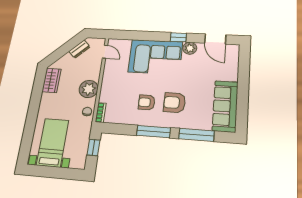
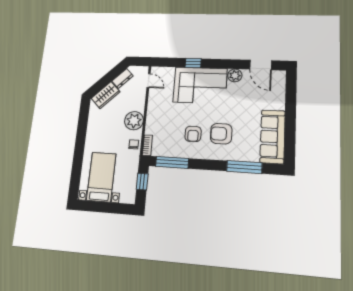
window: (178, 37) -> (193, 63), moved
wardrobe: (51, 80) -> (106, 95), moved, turned 45
armchair: (147, 102) -> (193, 134), turned -90
window: (154, 132) -> (172, 162), moved

